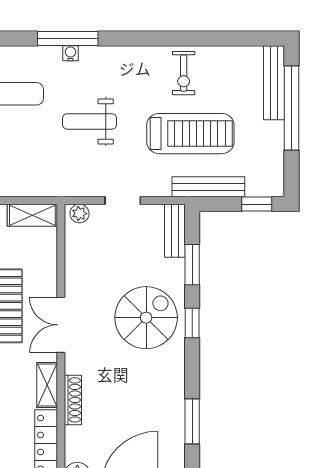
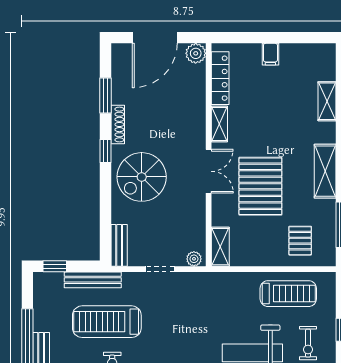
weight bench: (90, 121) -> (186, 331), removed
shelving: (32, 215) -> (220, 247), moved, turned 90
window: (192, 265) -> (105, 219), removed
window: (192, 323) -> (105, 151), moved
shoe rack: (73, 400) -> (118, 124), moved, turned 180

